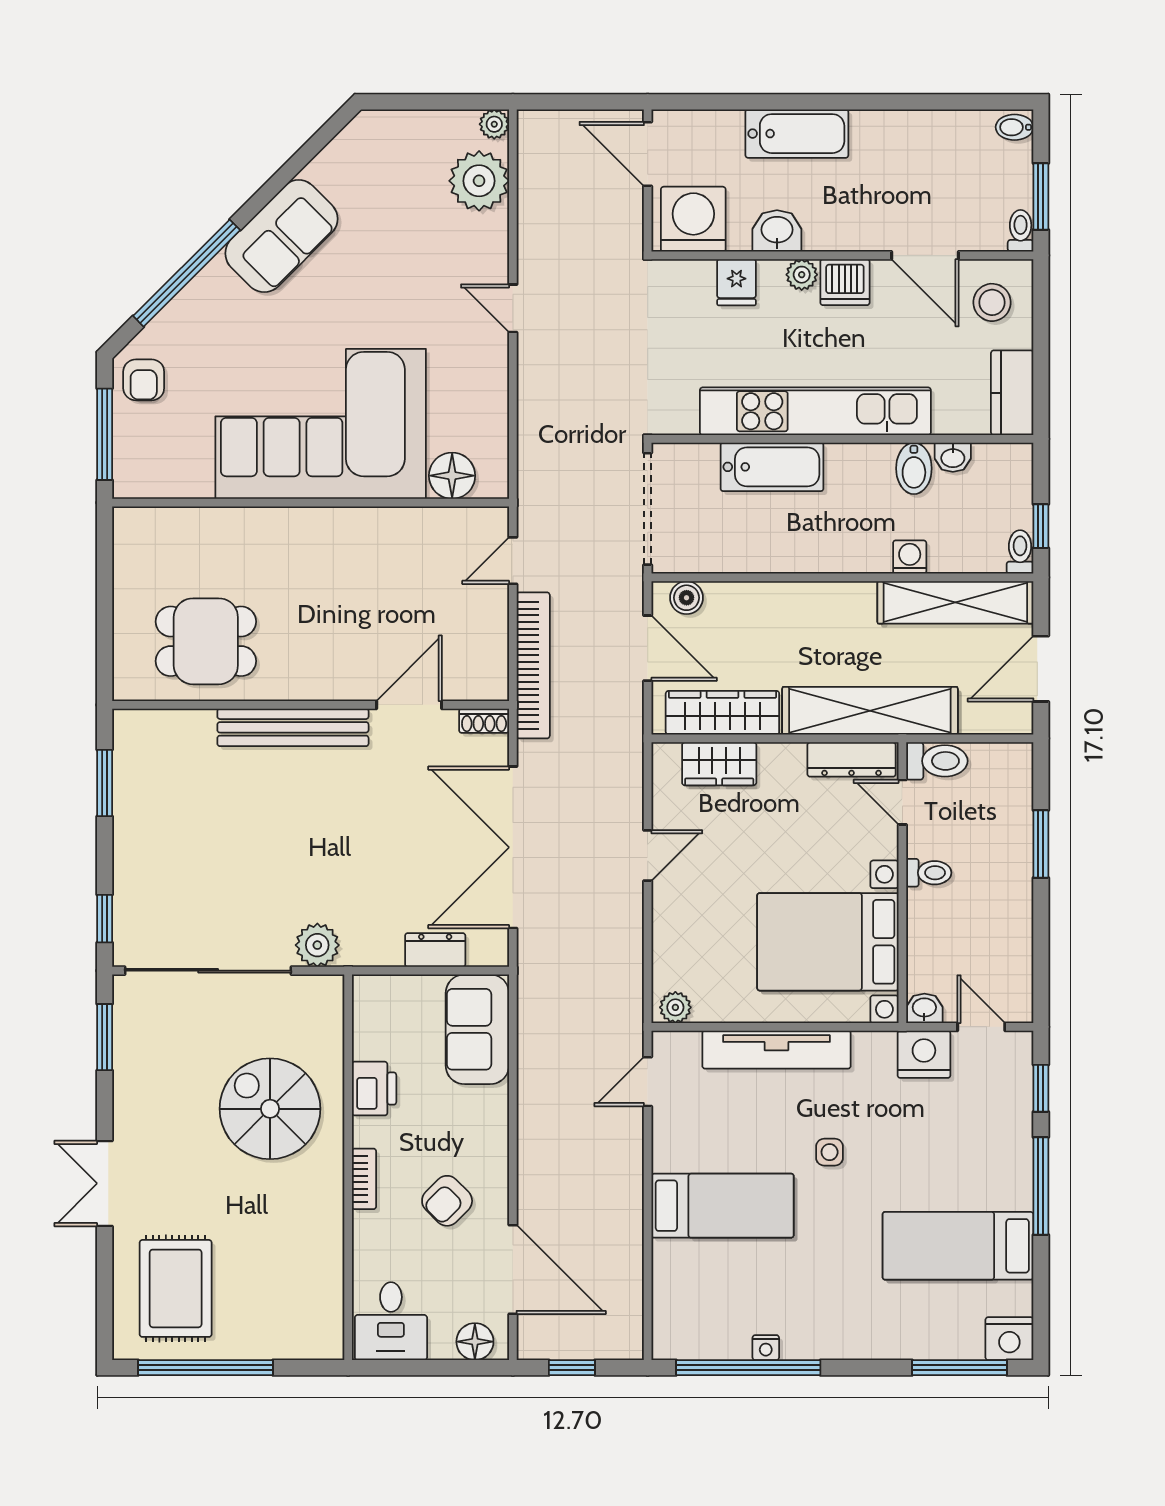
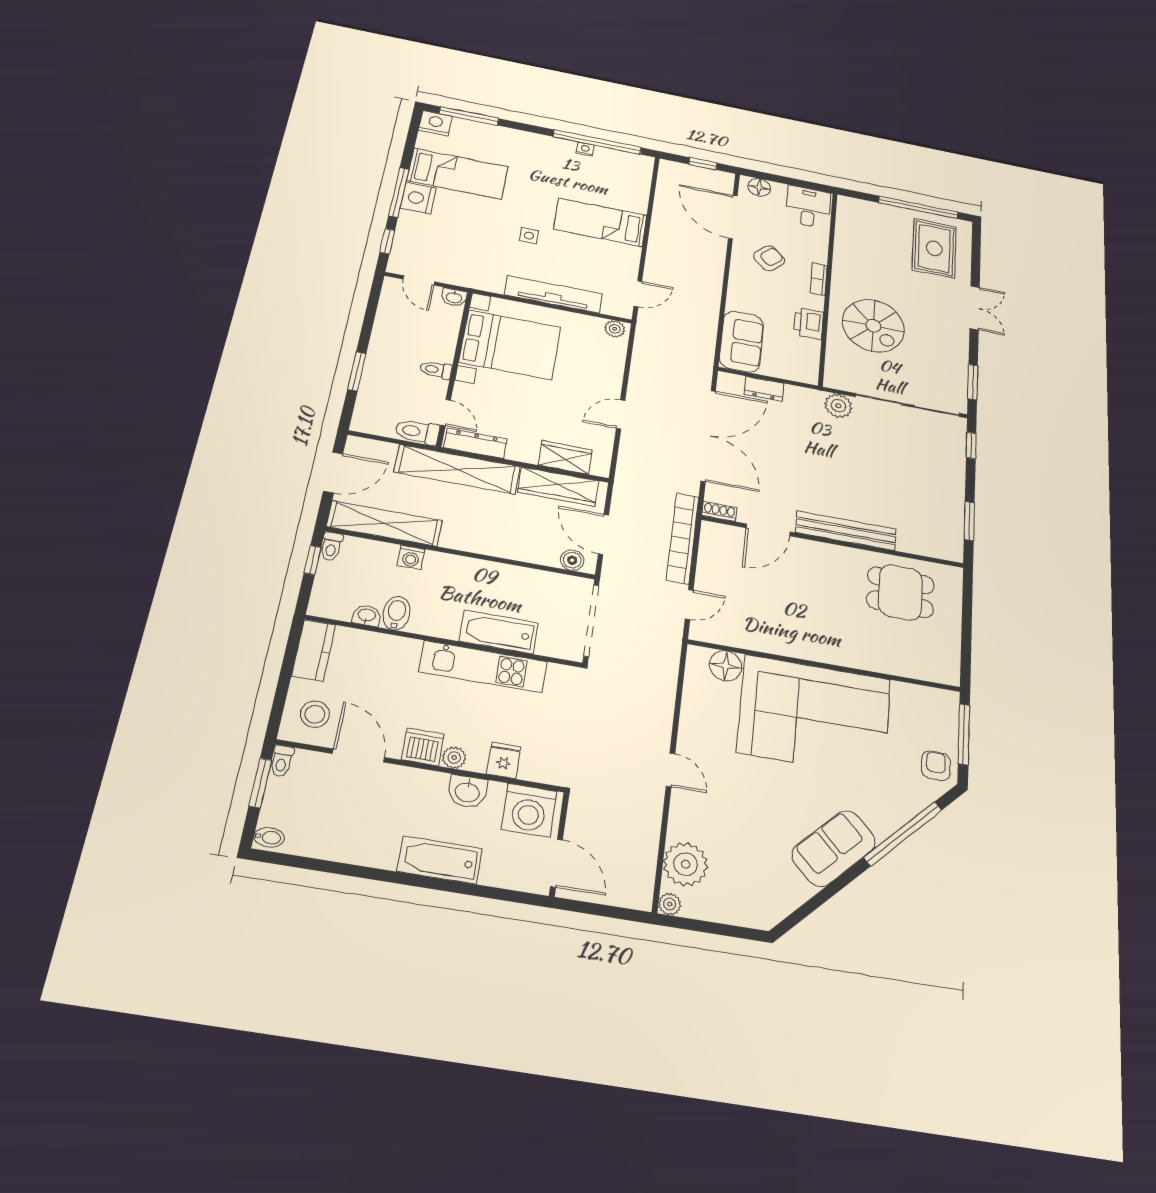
kitchen unit: (815, 411) -> (483, 667), width x0.73
nightstand: (924, 1054) -> (418, 198), moved, turned 90

